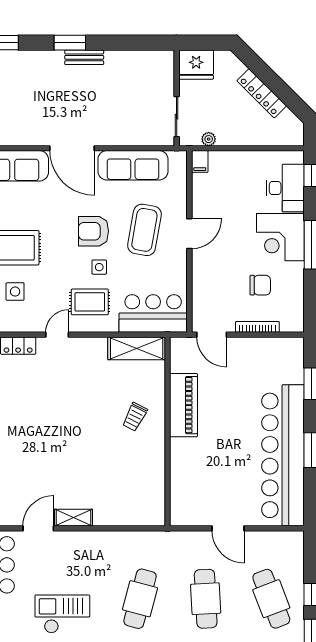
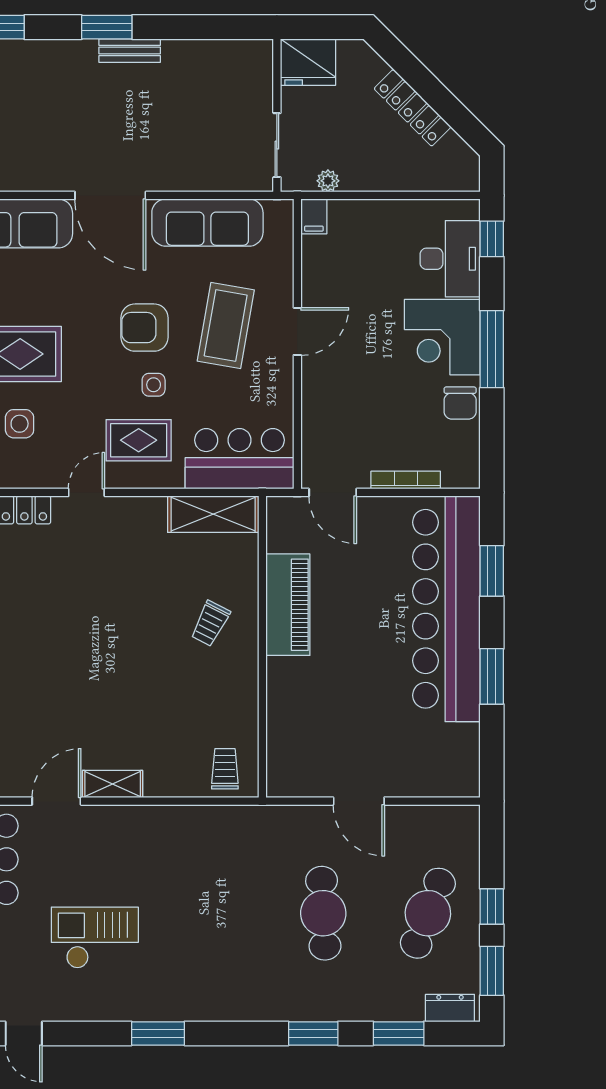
chair: (260, 285) -> (460, 403), moved, turned 90
bar counter: (283, 455) -> (446, 609), moved
trolley: (144, 508) -> (225, 769), added
cafe table: (140, 599) -> (219, 913), removed
cafe table: (271, 599) -> (428, 913), turned 42

